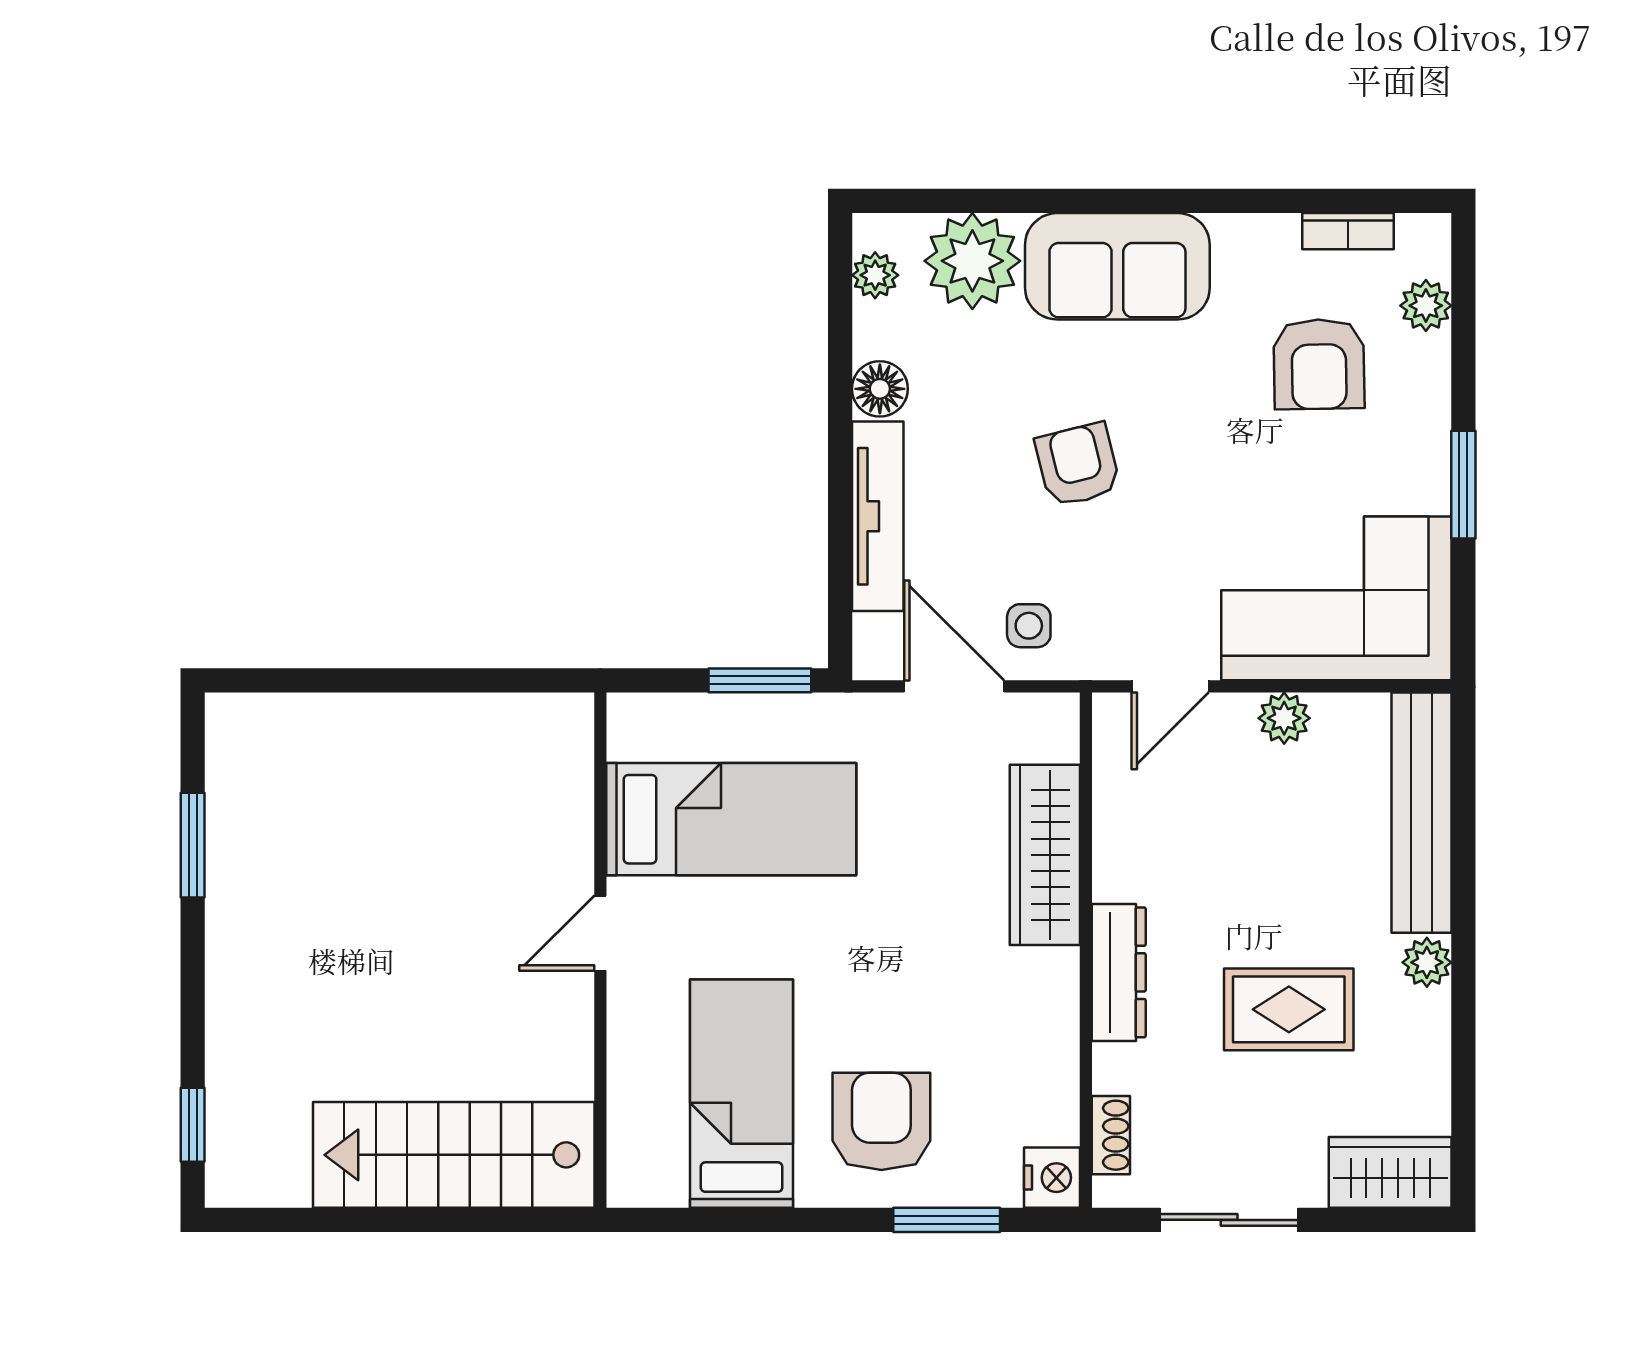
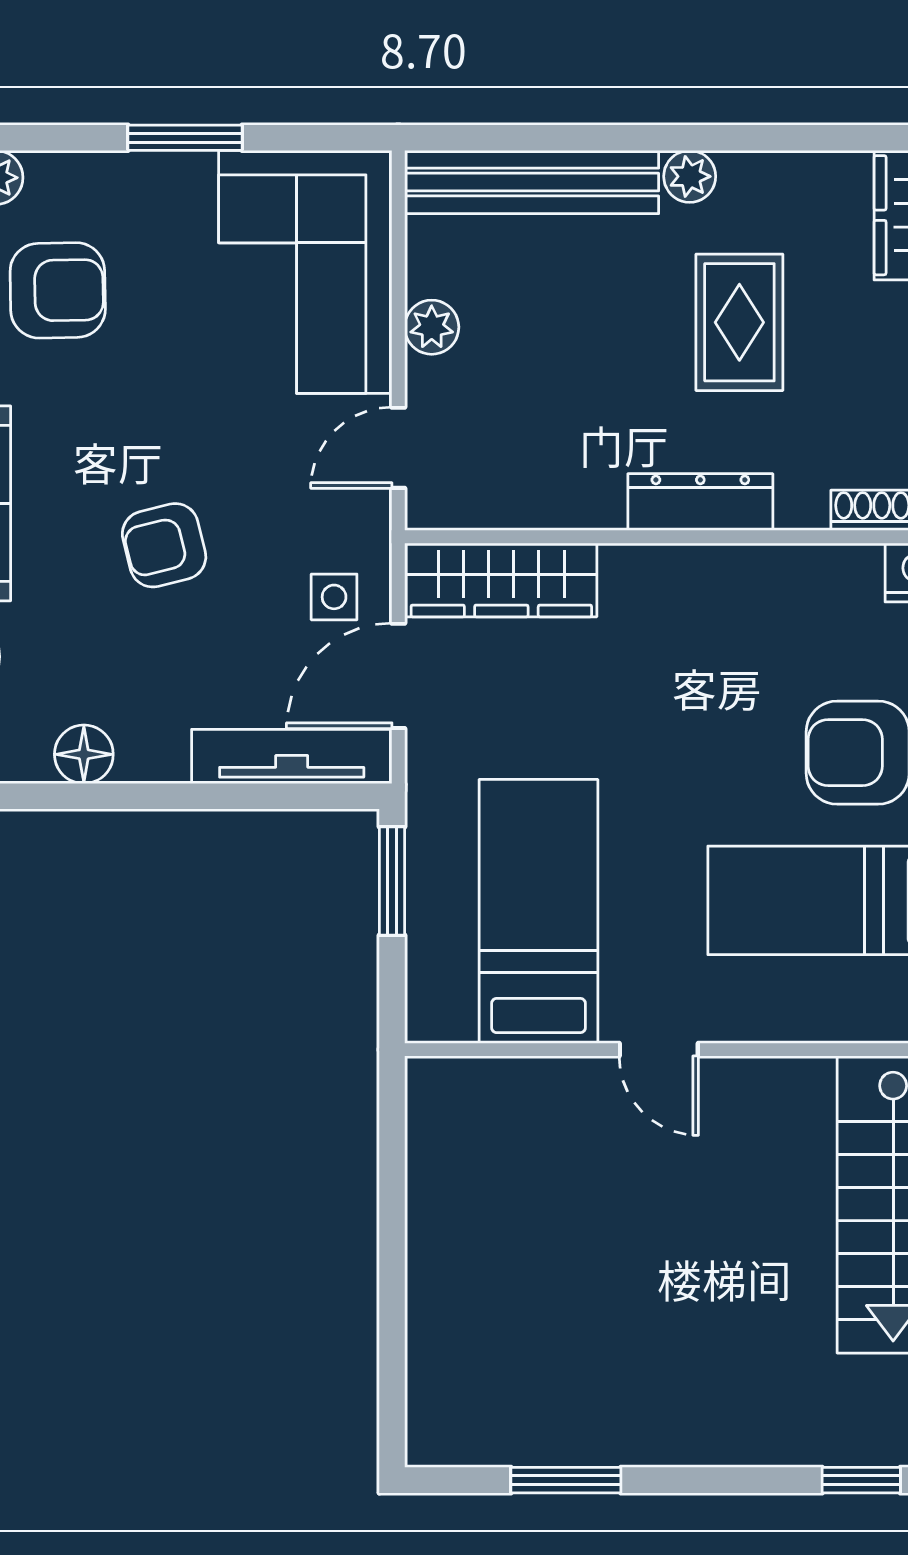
tv unit: (878, 516) -> (292, 757), moved
door: (1170, 686) -> (398, 448), swing flipped
wardrobe: (1045, 855) -> (501, 580), moved

